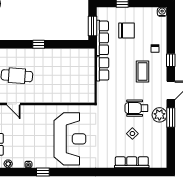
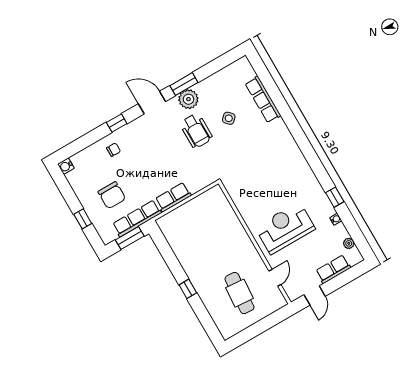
chair: (127, 30) -> (112, 195), turned 180
coffee table: (142, 71) -> (149, 149), removed
reception desk: (70, 139) -> (285, 228), moved, width x0.74, depth x0.77

